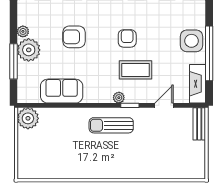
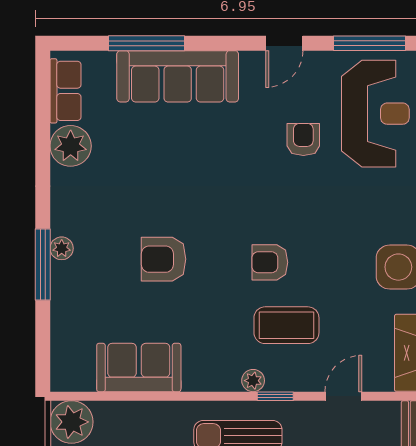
armchair: (127, 38) -> (270, 262), turned -90
plant: (29, 50) -> (73, 285), removed
window: (14, 61) -> (43, 265), moved

